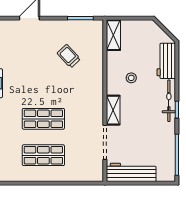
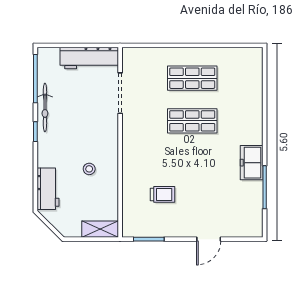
shelving: (113, 35) -> (100, 229), moved, turned 90
trolley: (69, 56) -> (163, 194), turned -47
bicycle: (169, 101) -> (45, 108), moved
shelving: (113, 110) -> (110, 131), removed

